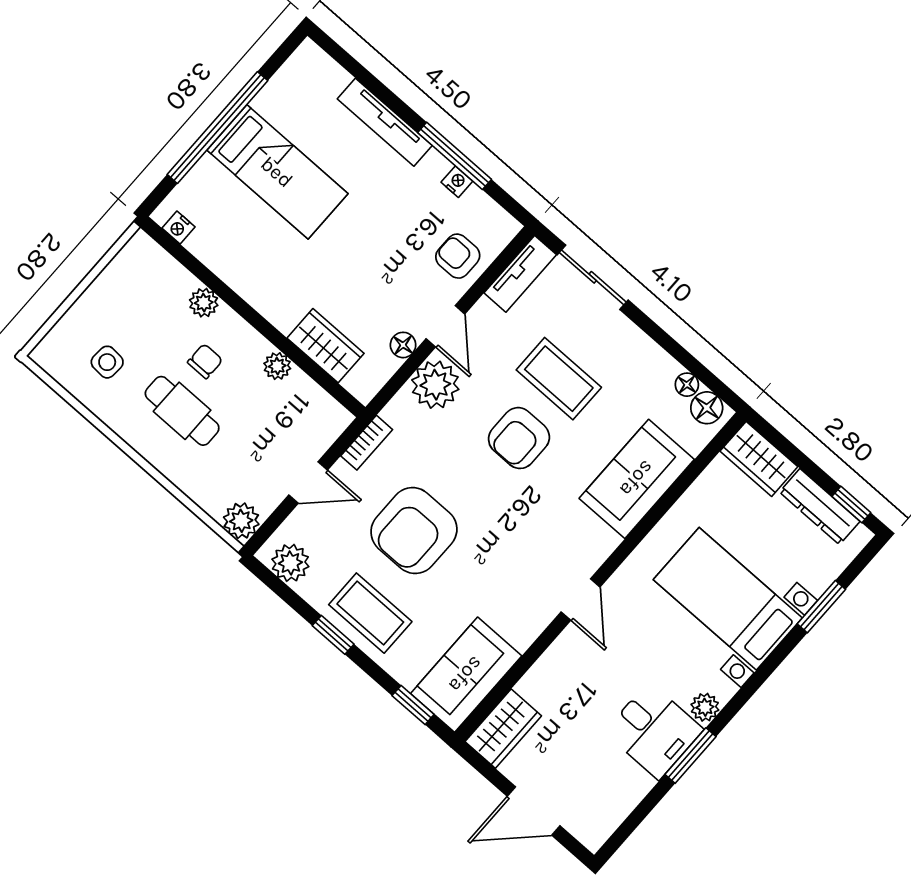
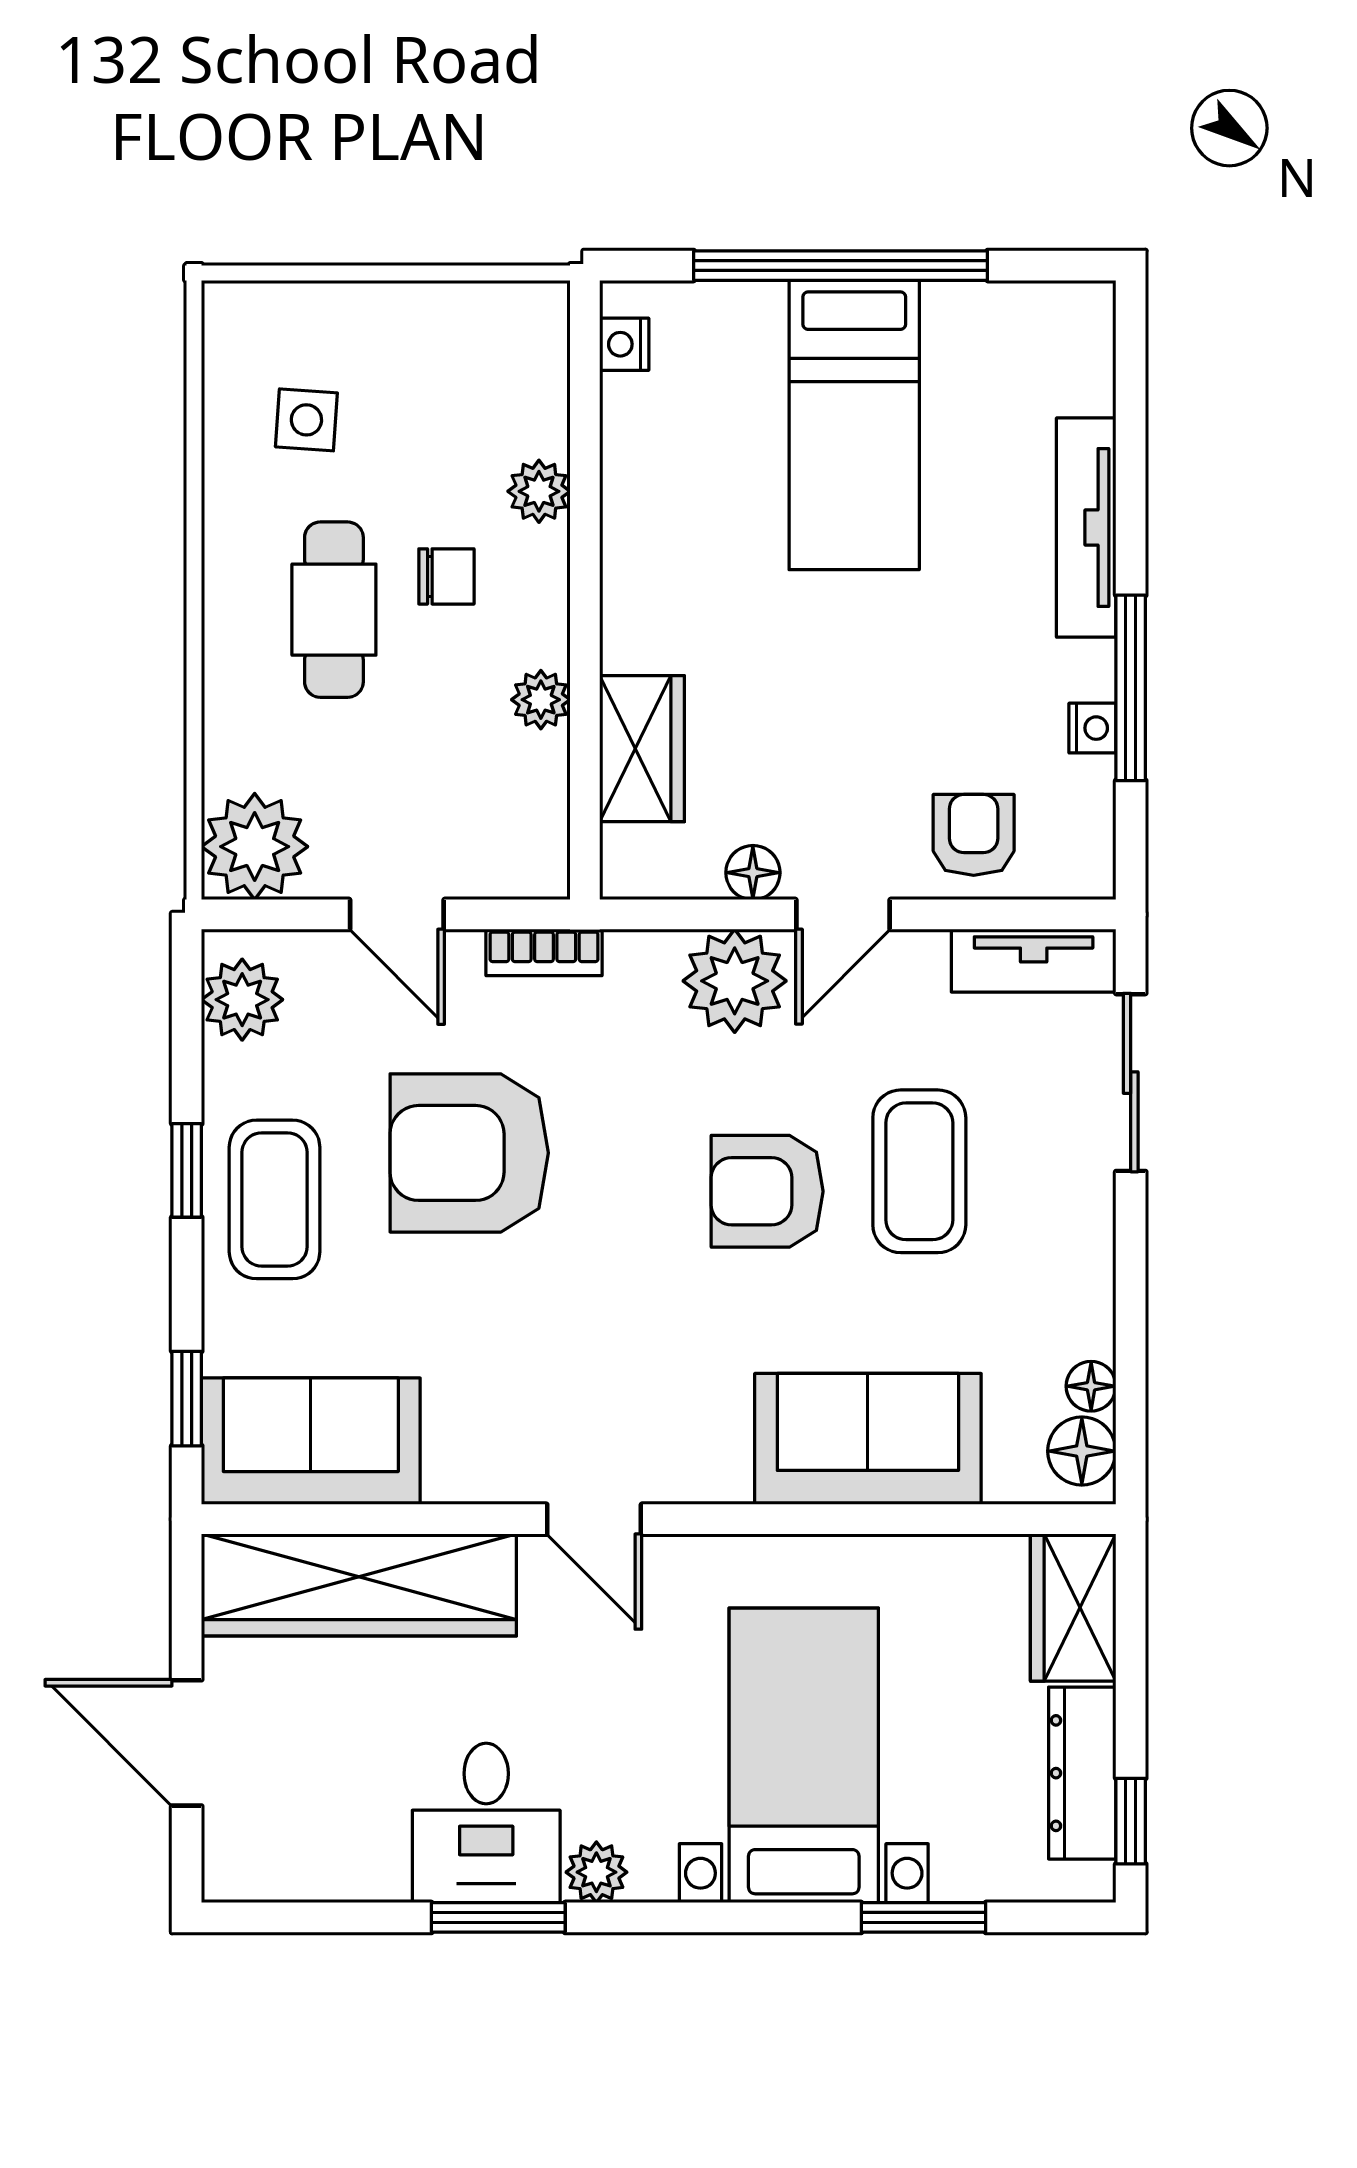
plant: (241, 521) -> (255, 847), width x1.36, depth x1.36
door: (581, 600) -> (594, 1519), hinge flipped
wardrobe: (503, 729) -> (359, 1585), width x2.10, depth x1.17

